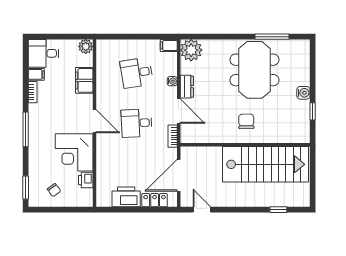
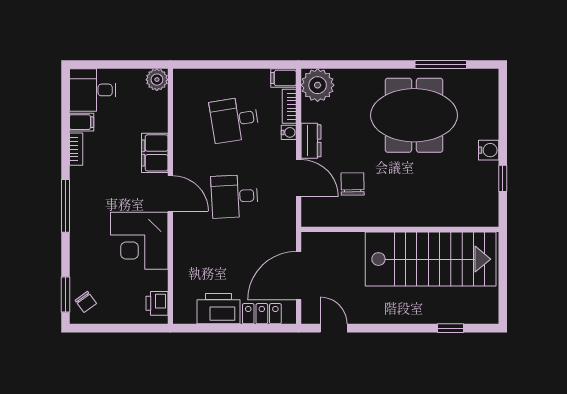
meeting table: (254, 70) -> (414, 115), turned 90
filing cabinet: (84, 80) -> (155, 153), moved
chair: (246, 121) -> (353, 184), moved
bookcase: (173, 136) -> (289, 106), moved
printer: (86, 180) -> (157, 303), moved
chair: (54, 190) -> (86, 302), moved

